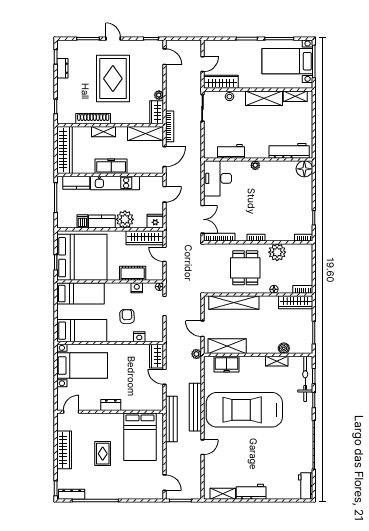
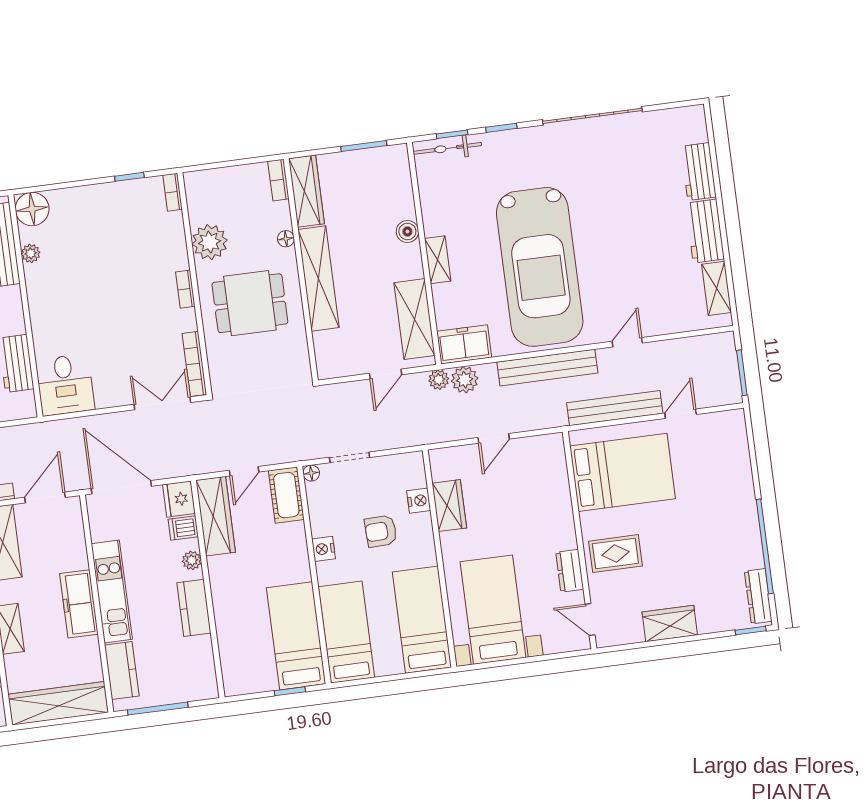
door: (165, 157) -> (45, 497), hinge flipped
plant: (255, 165) -> (31, 253), moved
desk: (218, 178) -> (65, 385), width x0.73
door: (165, 194) -> (121, 487), width x1.87
plant: (125, 219) -> (192, 560), width x0.53, depth x0.53
dishwasher: (82, 221) -> (183, 528), moved
bed: (82, 257) -> (296, 636), width x0.49
cot: (133, 273) -> (286, 495), moved
nightstand: (137, 288) -> (324, 549), moved
shelving: (234, 302) -> (319, 278), moved
boiler: (284, 348) -> (407, 231), moved
wardrobe: (156, 356) -> (449, 506), moved, turned -90
shelving: (277, 361) -> (438, 260), moved
freezer: (227, 364) -> (464, 344), moved, turned -90
plant: (195, 366) -> (465, 380), added
bicycle: (305, 379) -> (447, 148), width x0.73, depth x0.71
dresser: (111, 405) -> (570, 571), moved
bench: (171, 419) -> (615, 408), moved
door: (202, 447) -> (627, 342), hinge flipped
wardrobe: (64, 450) -> (670, 624), width x0.67
rug: (103, 454) -> (615, 554), moved
door: (165, 483) -> (681, 414), moved
workbench: (306, 486) -> (698, 172), moved, turned 90

